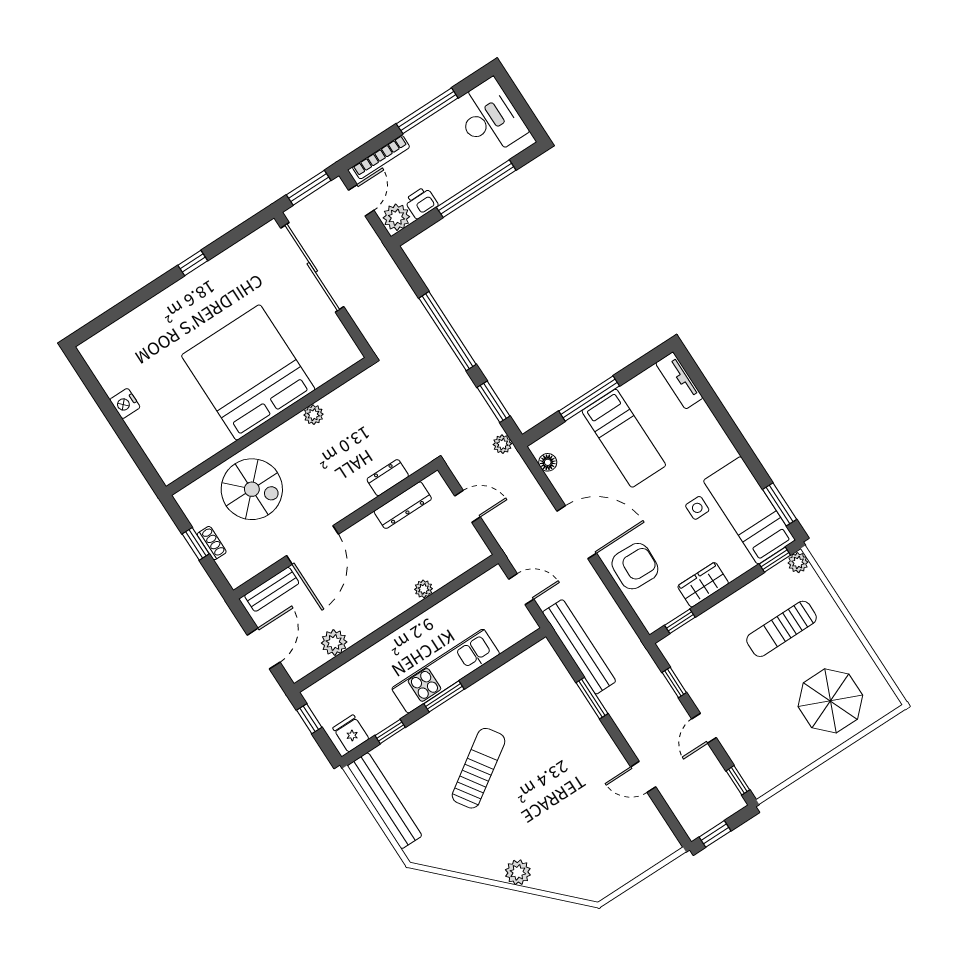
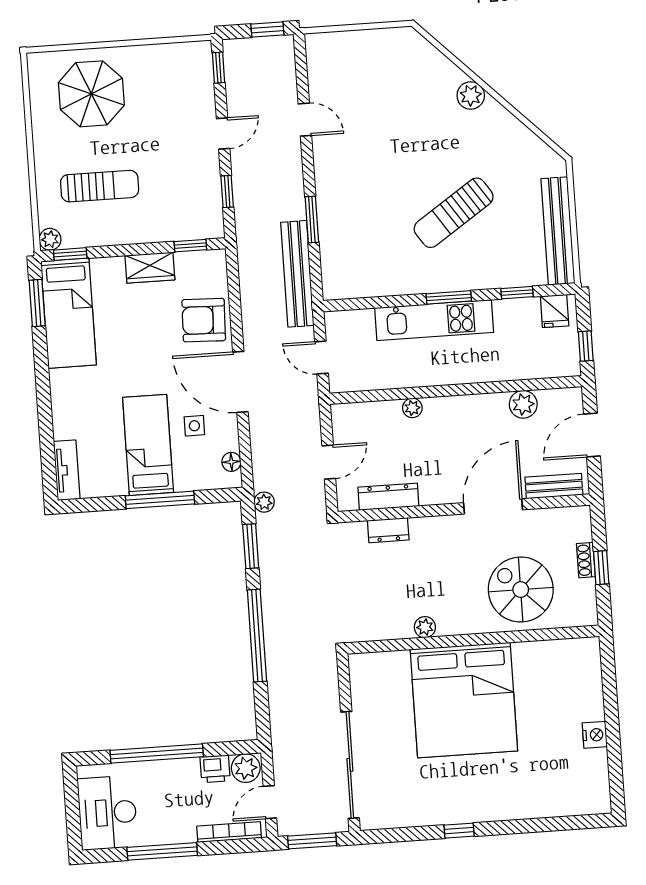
door: (467, 506) -> (329, 462), swing flipped
side table: (697, 508) -> (194, 426), moved

